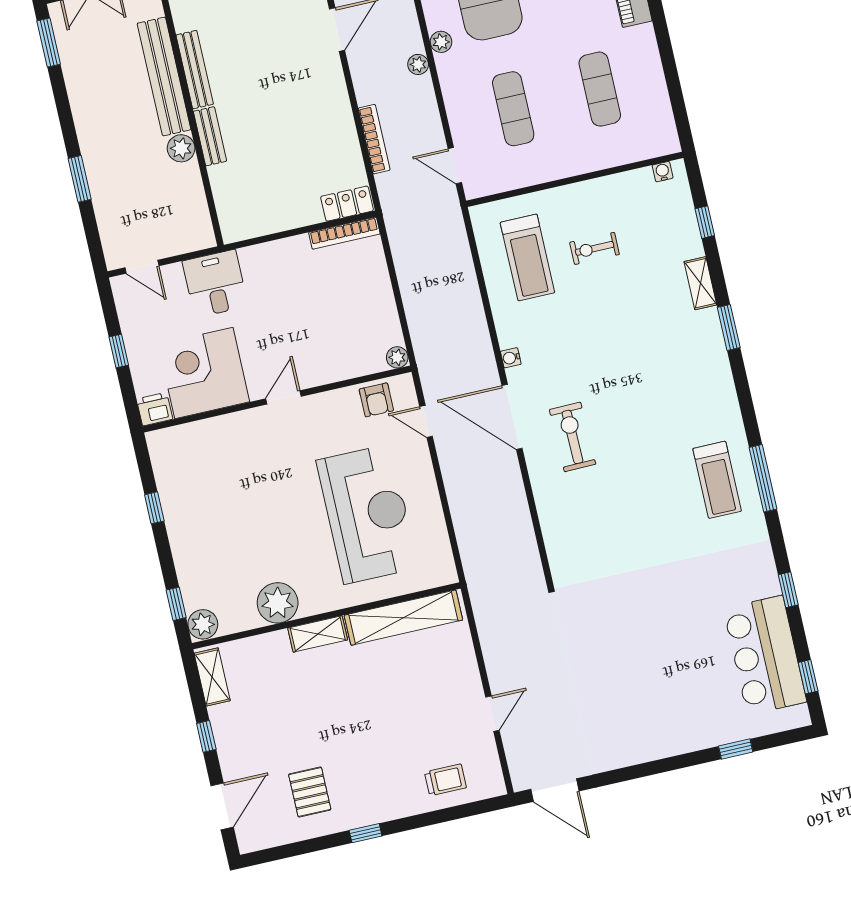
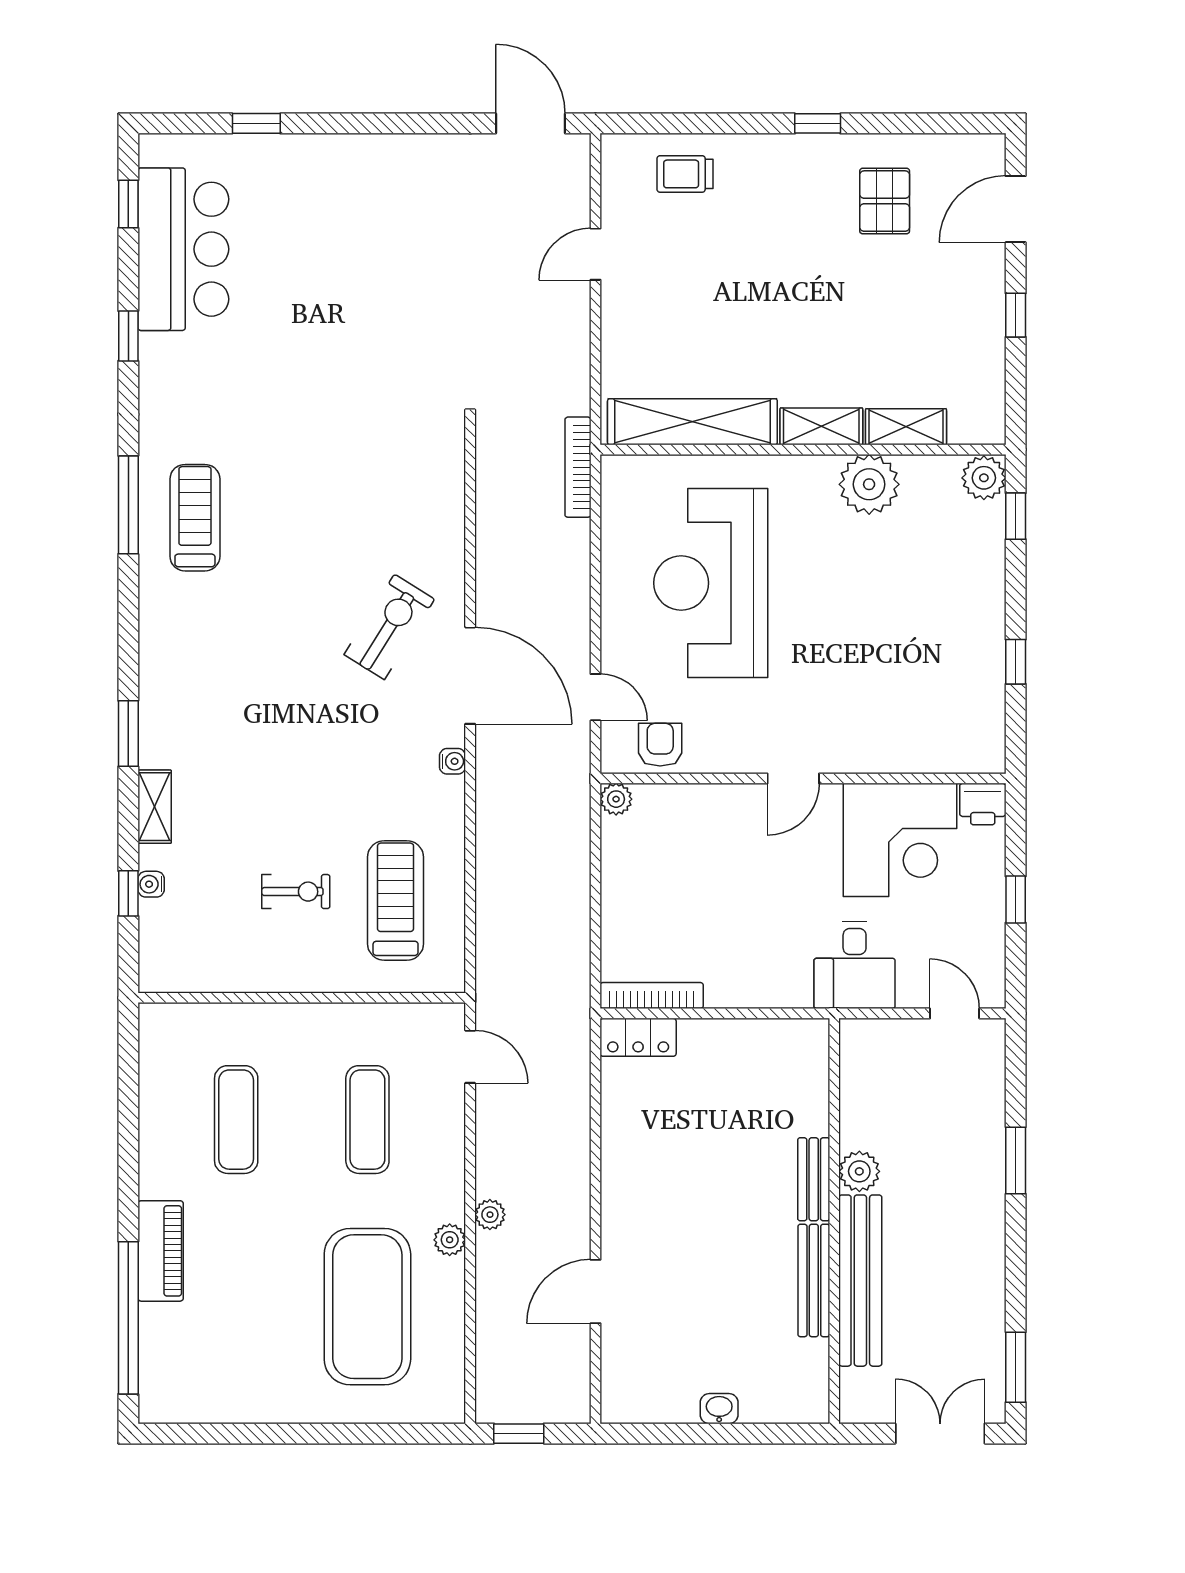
bookcase: (374, 139) -> (578, 467), moved
water cooler: (663, 172) -> (151, 884), moved, turned 90
exercise bike: (573, 437) -> (389, 627), turned -147
shelving: (212, 677) -> (906, 427), moved, turned 90

